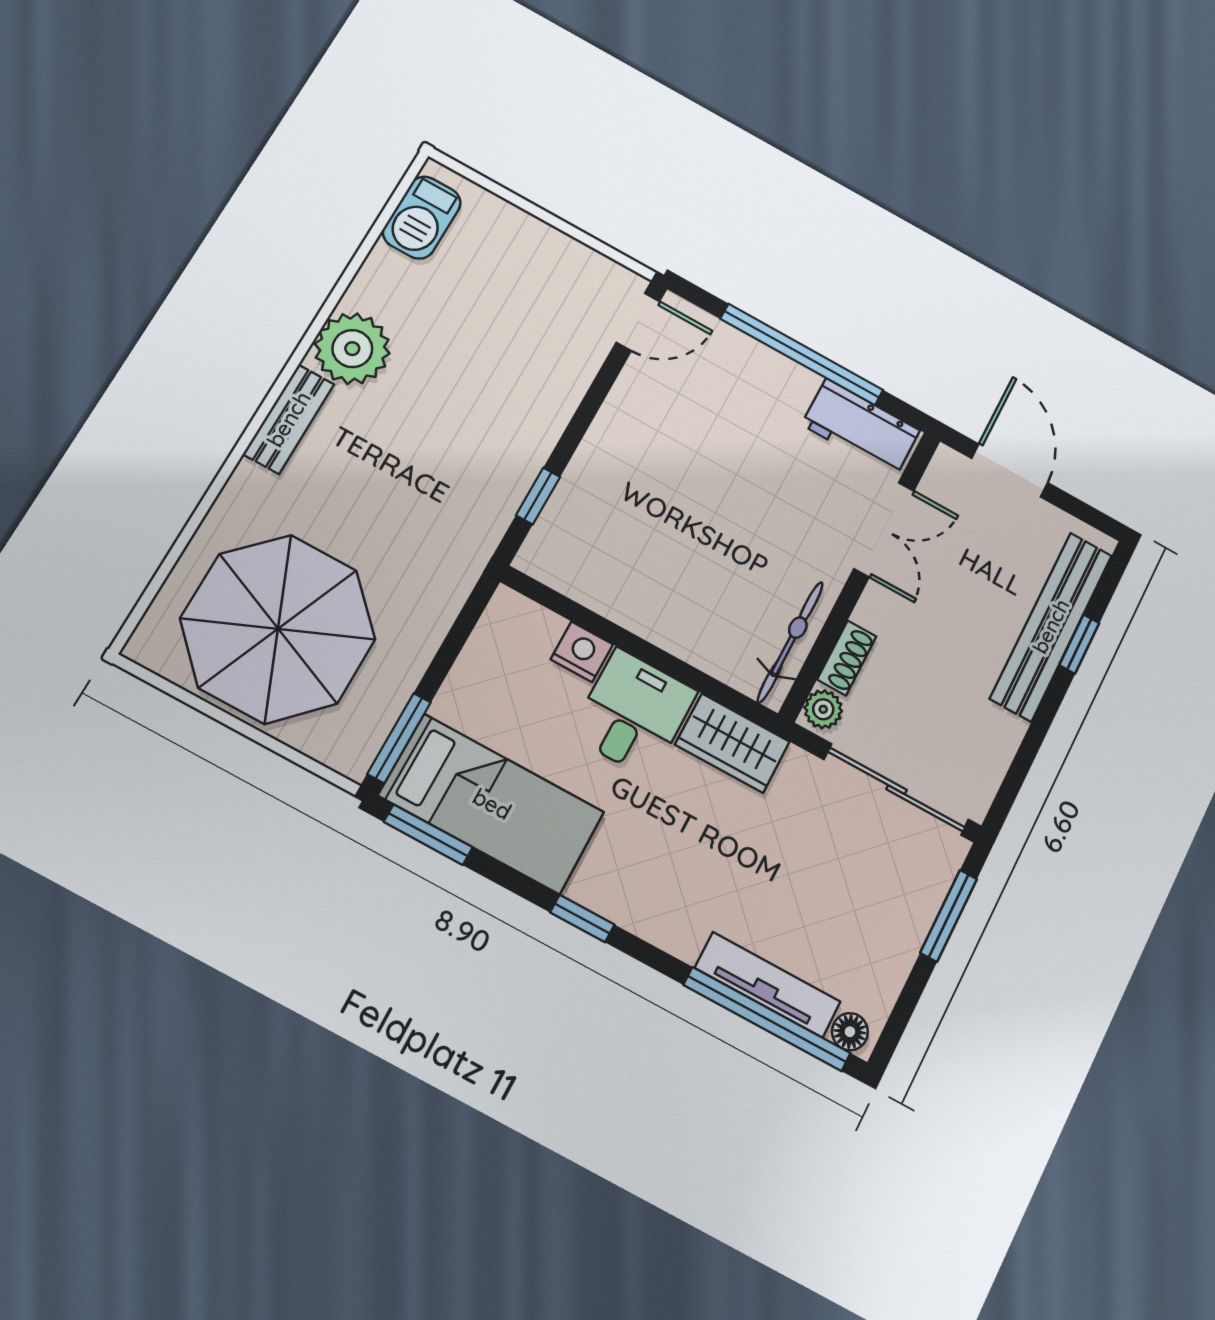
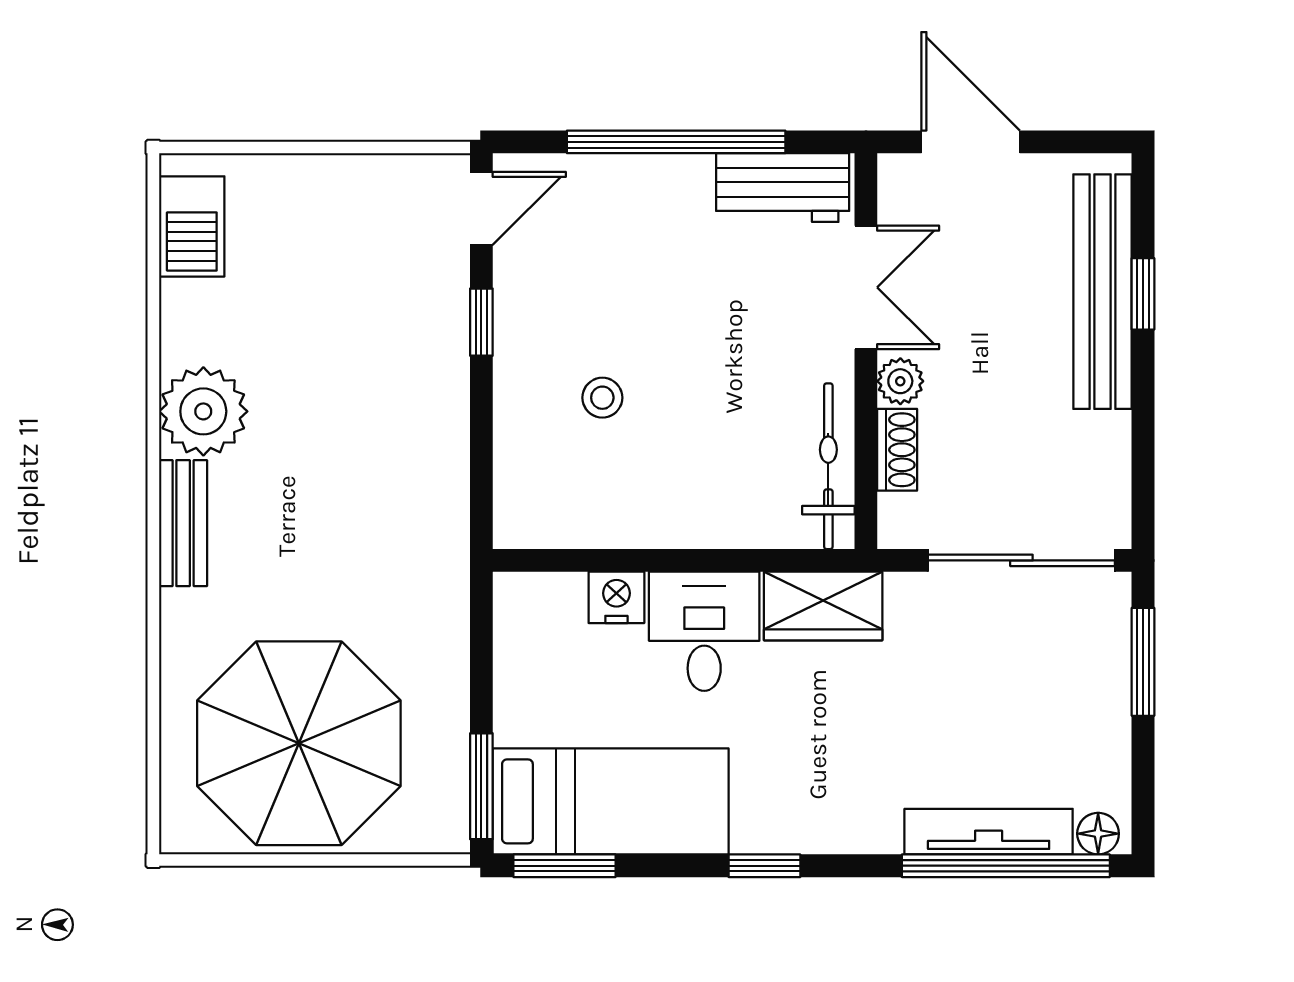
window: (538, 496) -> (481, 322), moved
stool: (652, 502) -> (602, 398), added
plant: (823, 709) -> (900, 381), moved

